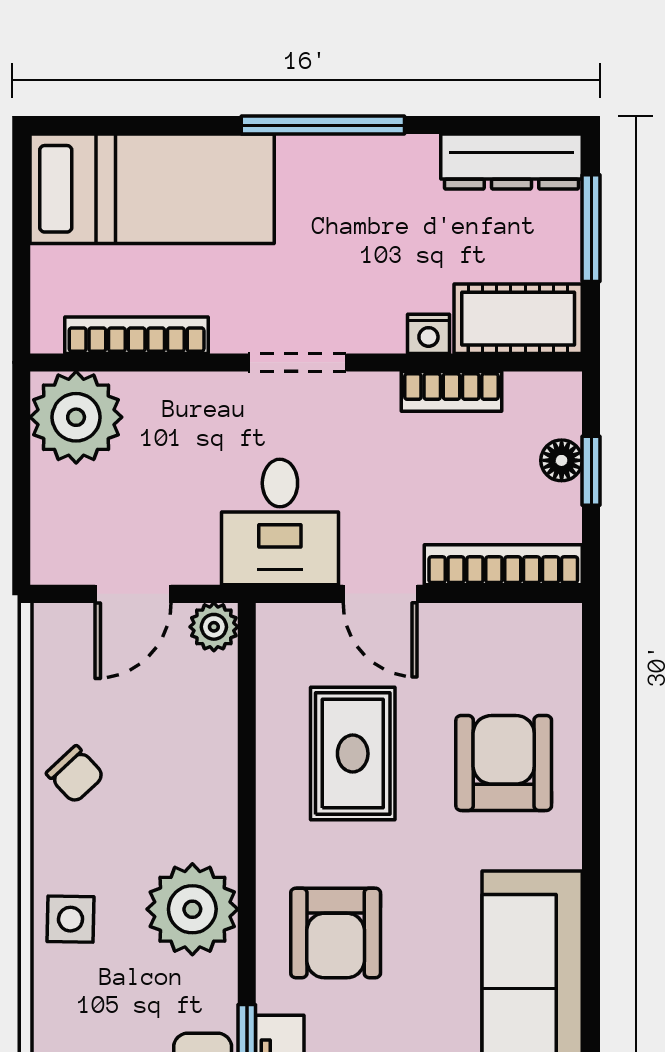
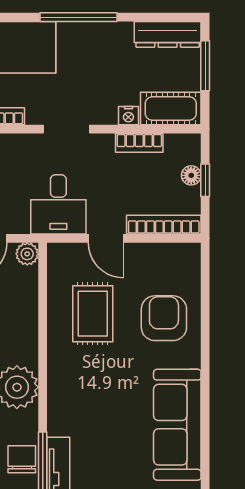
armchair: (336, 933) -> (85, 398), removed

